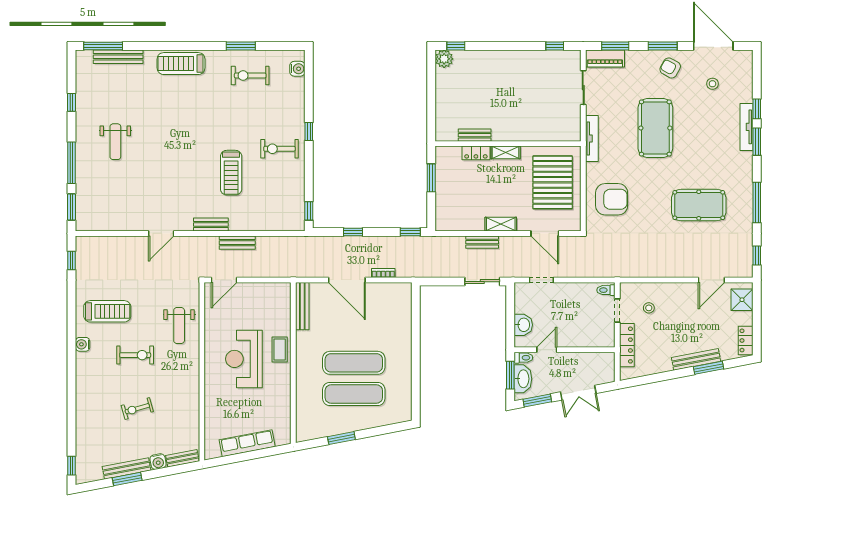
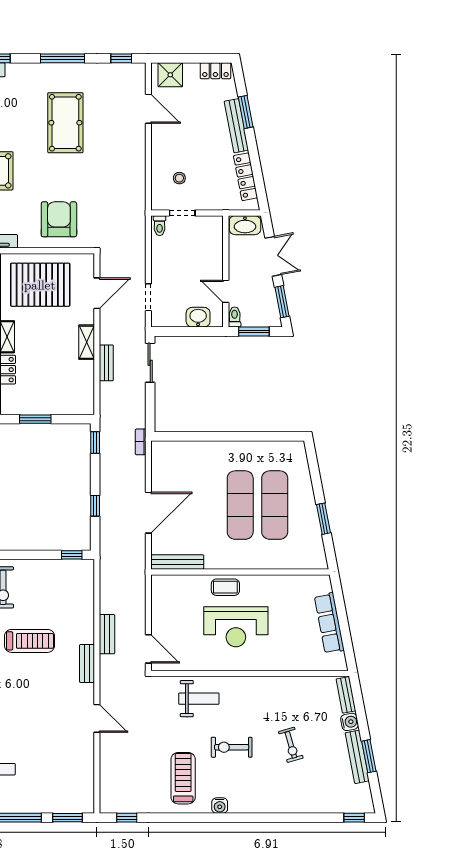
bookcase: (383, 273) -> (141, 442), moved
locker: (627, 345) -> (246, 177), moved, turned -101
exercise bike: (135, 355) -> (232, 747), turned -90
washbasin: (523, 379) -> (245, 225), moved, turned 180

